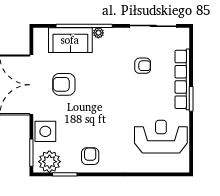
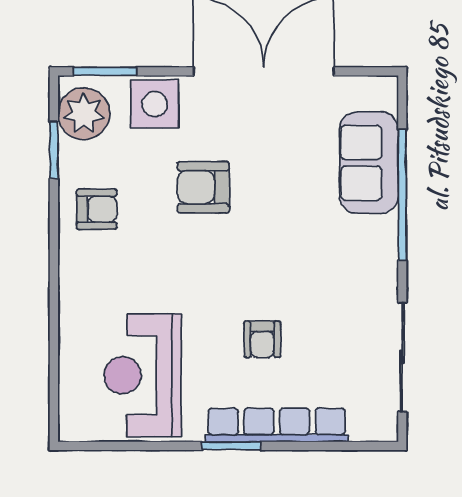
plant: (98, 33) -> (386, 229), removed
armchair: (143, 66) -> (262, 339), moved
armchair: (64, 84) -> (203, 187), moved, turned -90
reception desk: (161, 137) -> (143, 375), turned 180

